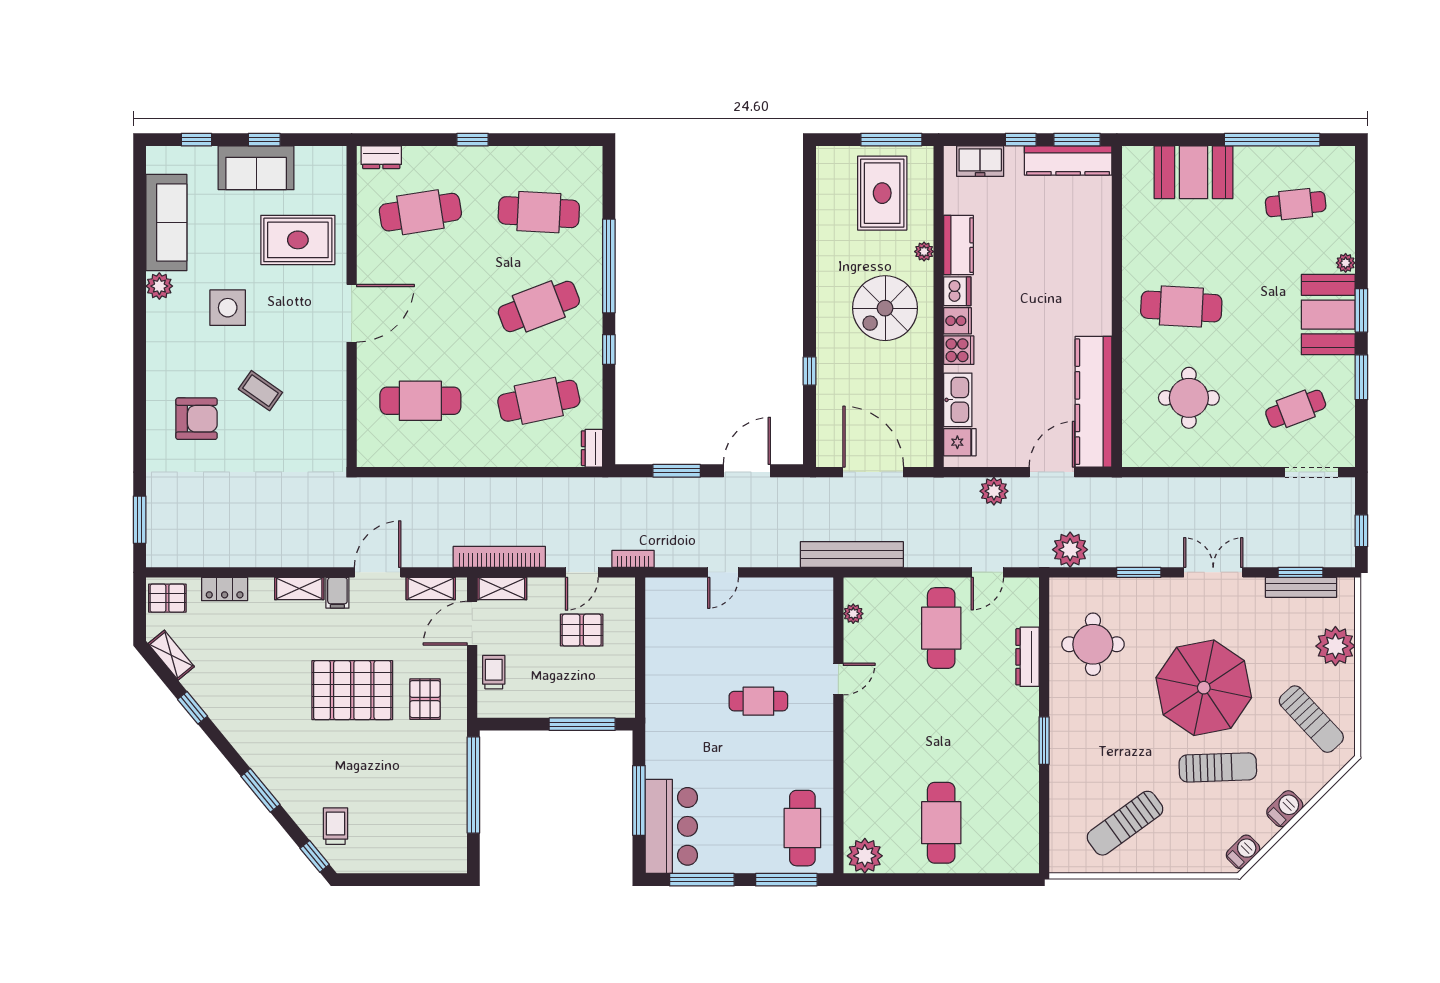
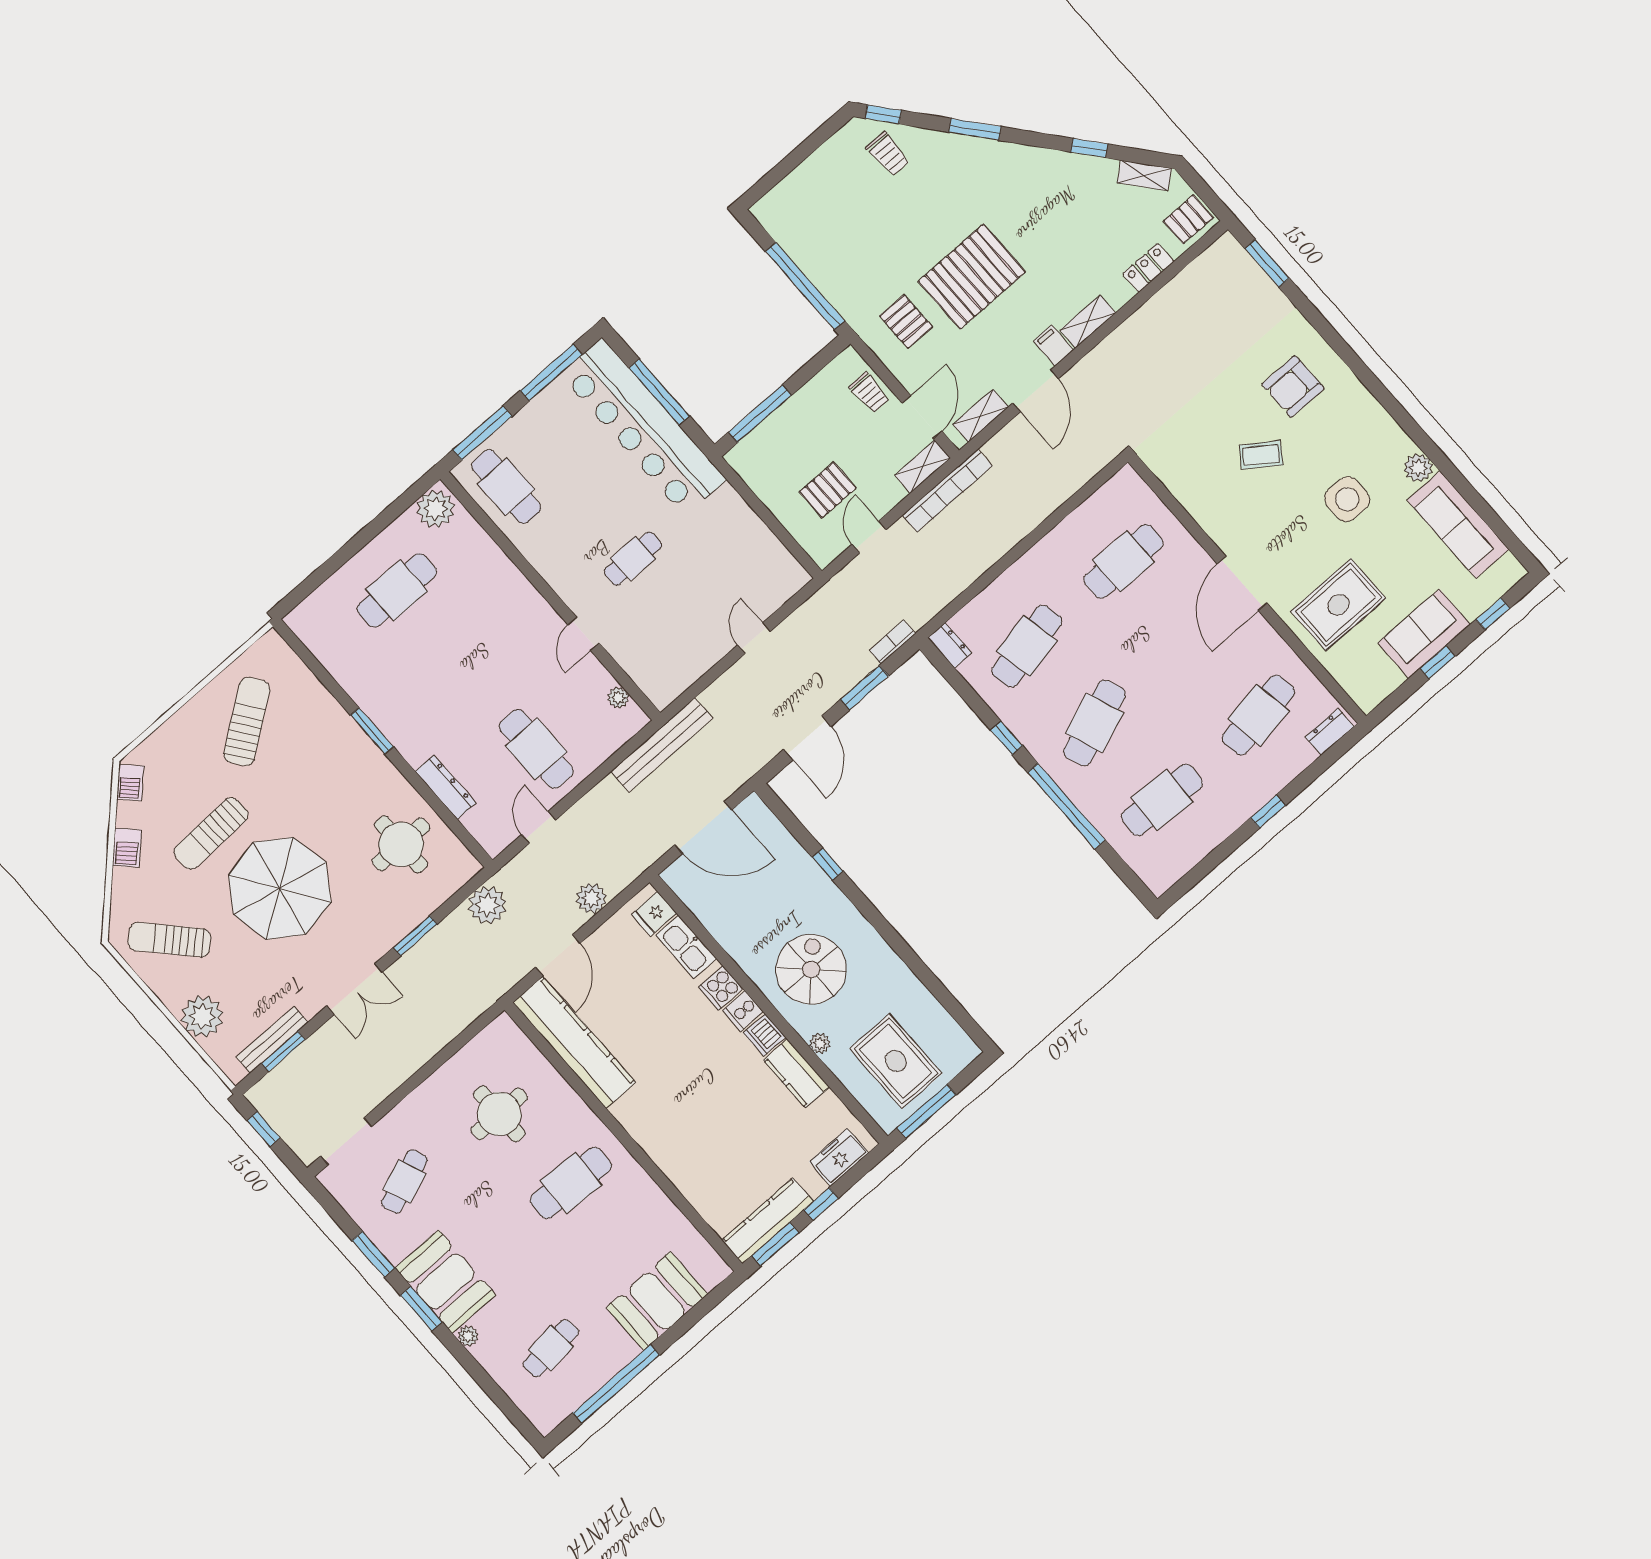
bookcase: (633, 559) -> (892, 642), moved, turned 180
cafe table: (941, 823) -> (397, 590), turned 90
bar counter: (671, 826) -> (643, 427), width x1.86

